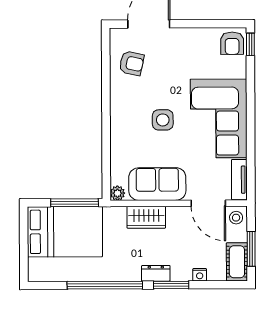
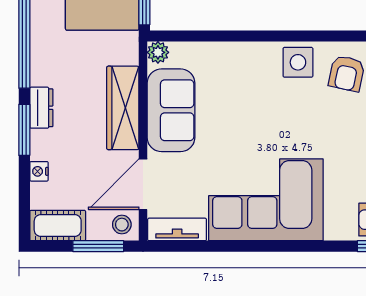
side table: (163, 120) -> (298, 62), moved
wardrobe: (146, 217) -> (123, 108), width x1.50
window: (251, 249) -> (98, 246), moved

